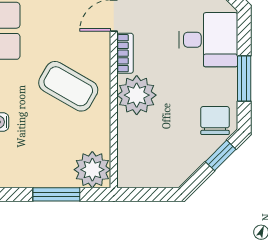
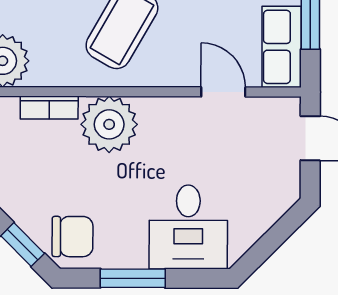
bookcase: (125, 53) -> (49, 108), moved

